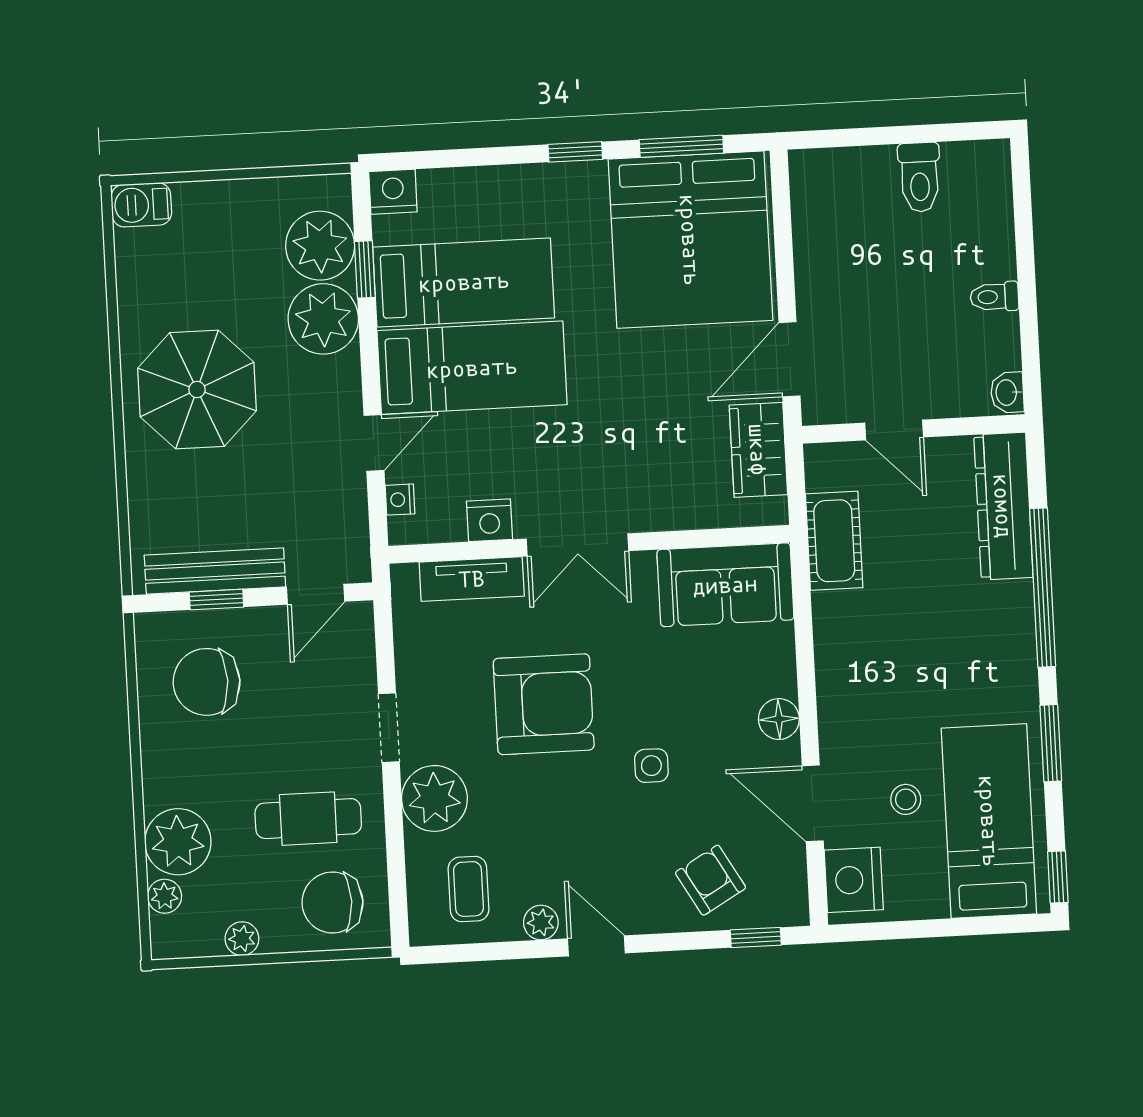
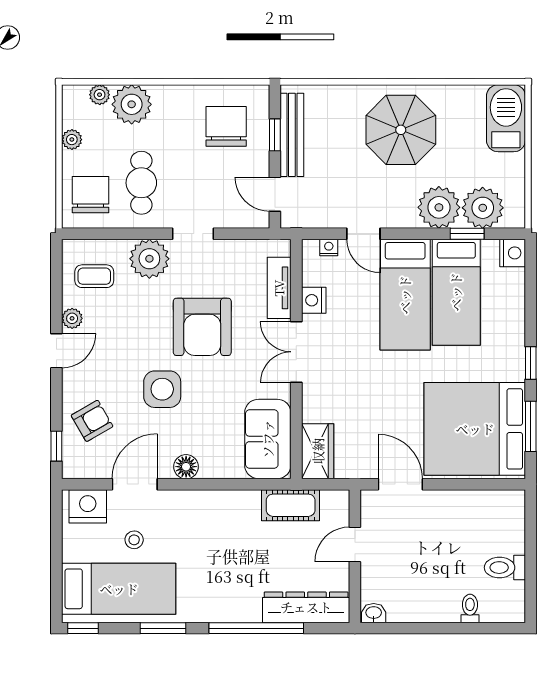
barbecue: (141, 205) -> (506, 118), width x1.88, depth x1.53
toilet: (994, 297) -> (470, 608), moved
wardrobe: (758, 450) -> (318, 451), moved, turned 90
side table: (651, 766) -> (162, 389), width x1.87, depth x1.87

